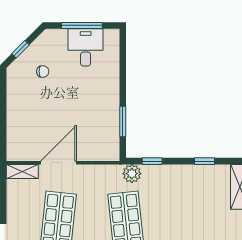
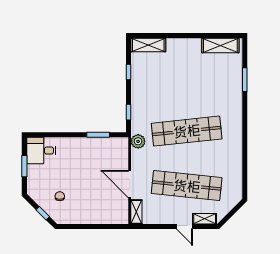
window: (82, 25) -> (24, 166), width x0.69
desk: (86, 47) -> (41, 151), moved
plant: (132, 174) -> (138, 141), moved

